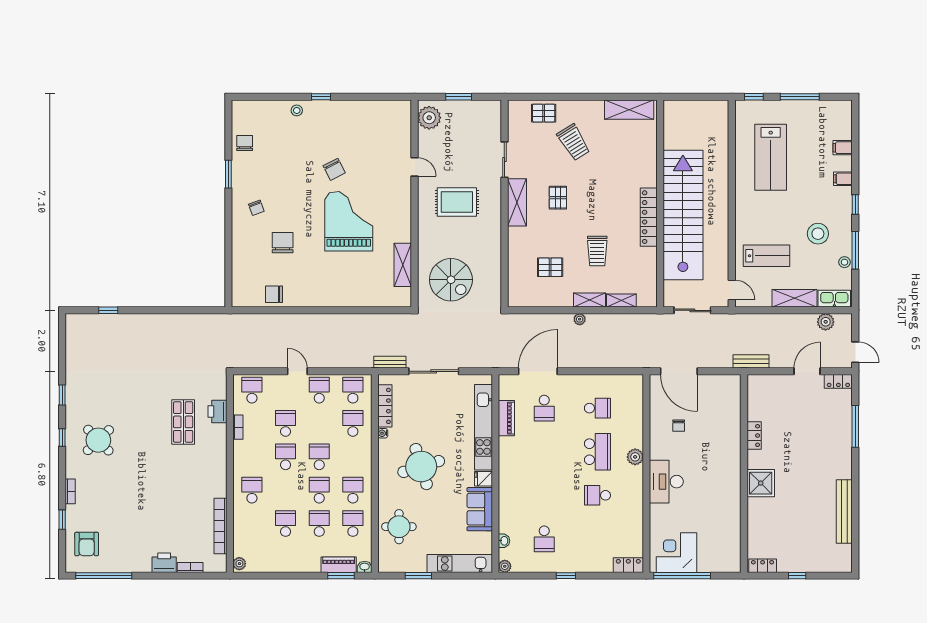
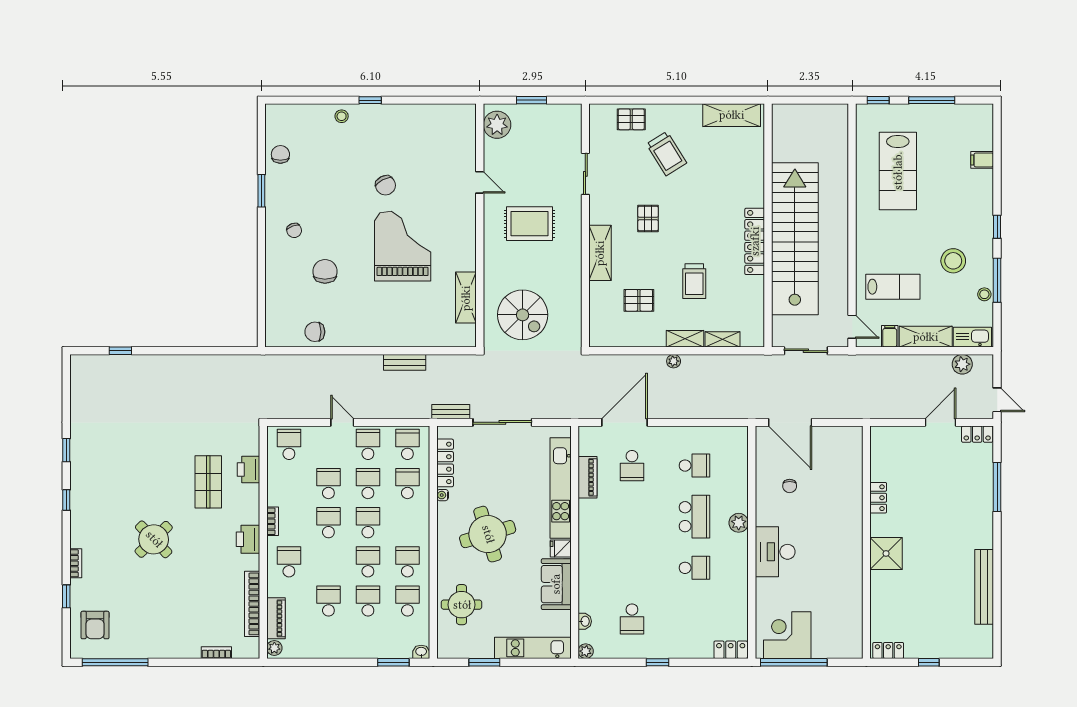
filing cabinet: (843, 179) -> (890, 336), moved, turned 90
shelving: (517, 202) -> (600, 253), moved
bench: (751, 361) -> (405, 362), moved
school desk: (319, 423) -> (368, 484), added
bookcase: (238, 427) -> (273, 521), moved
round table: (98, 440) -> (154, 539), moved
school desk: (597, 495) -> (694, 568), turned 180
printer: (164, 563) -> (248, 539), moved, turned -90
piano: (339, 565) -> (276, 618), moved, turned 90

